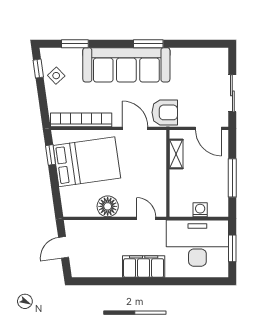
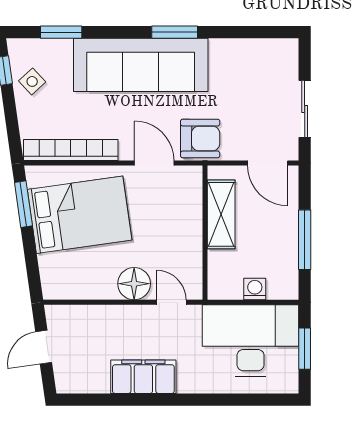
shelving: (176, 154) -> (221, 214), width x1.50, depth x1.33
window: (51, 155) -> (23, 204), width x1.50
floor lamp: (108, 206) -> (134, 284), moved
filing cabinet: (144, 266) -> (143, 377), moved

